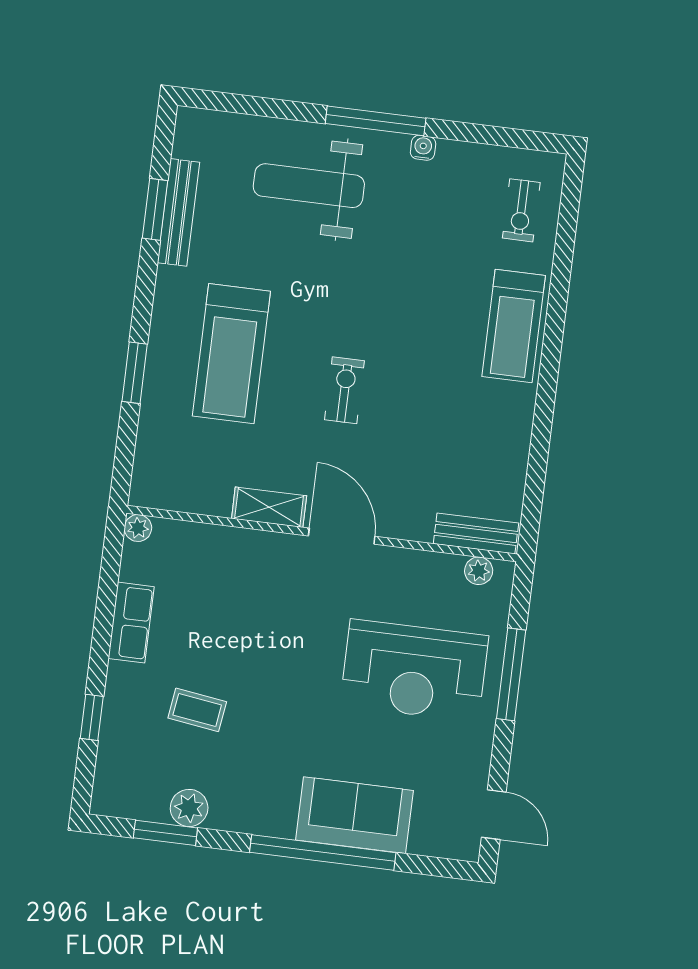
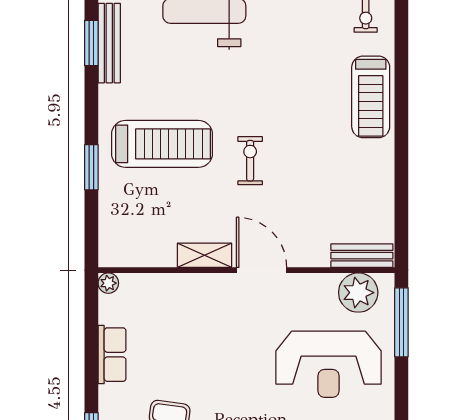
treadmill: (231, 354) -> (162, 144), turned -90
plant: (479, 571) -> (358, 293), width x1.88, depth x1.88
window: (511, 674) -> (401, 322), moved

